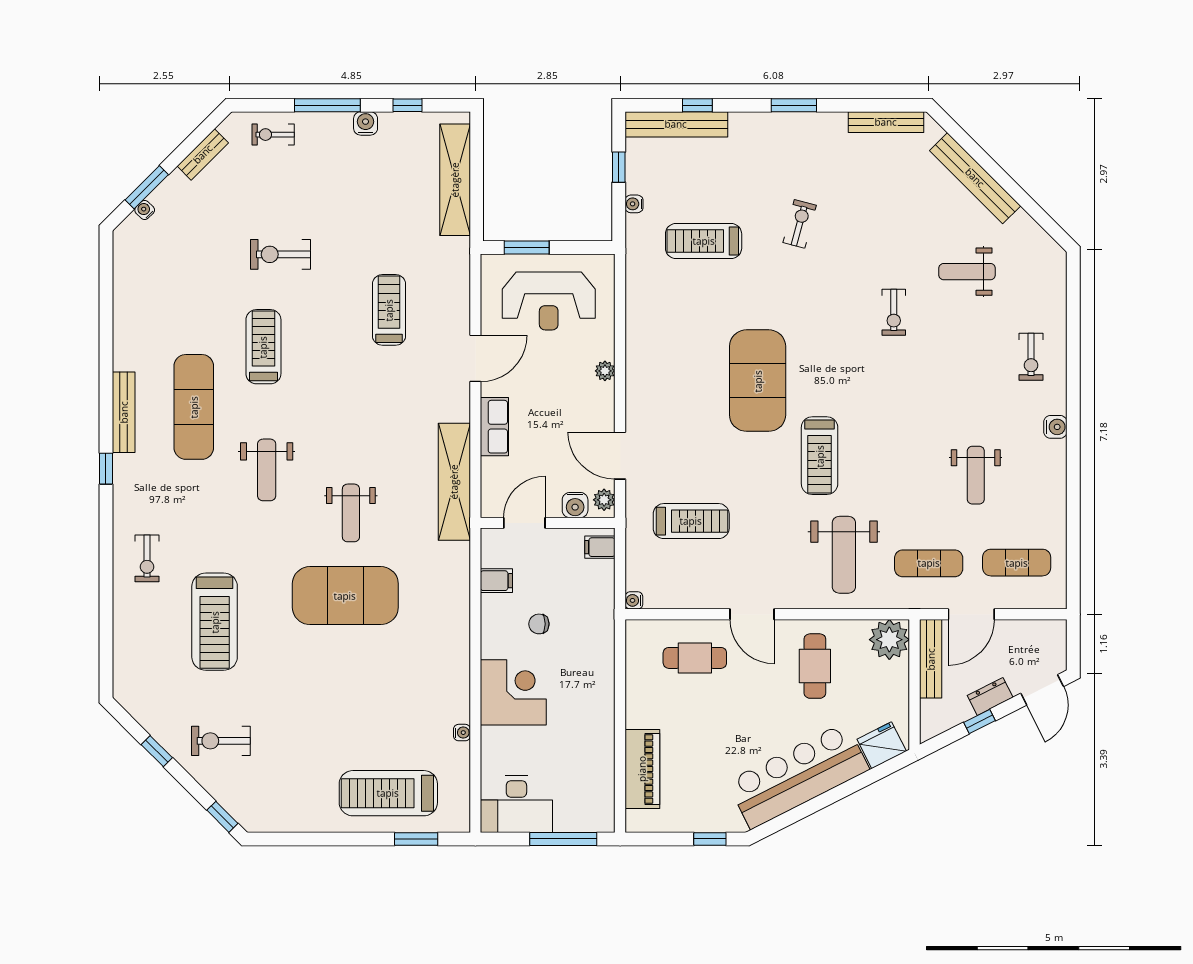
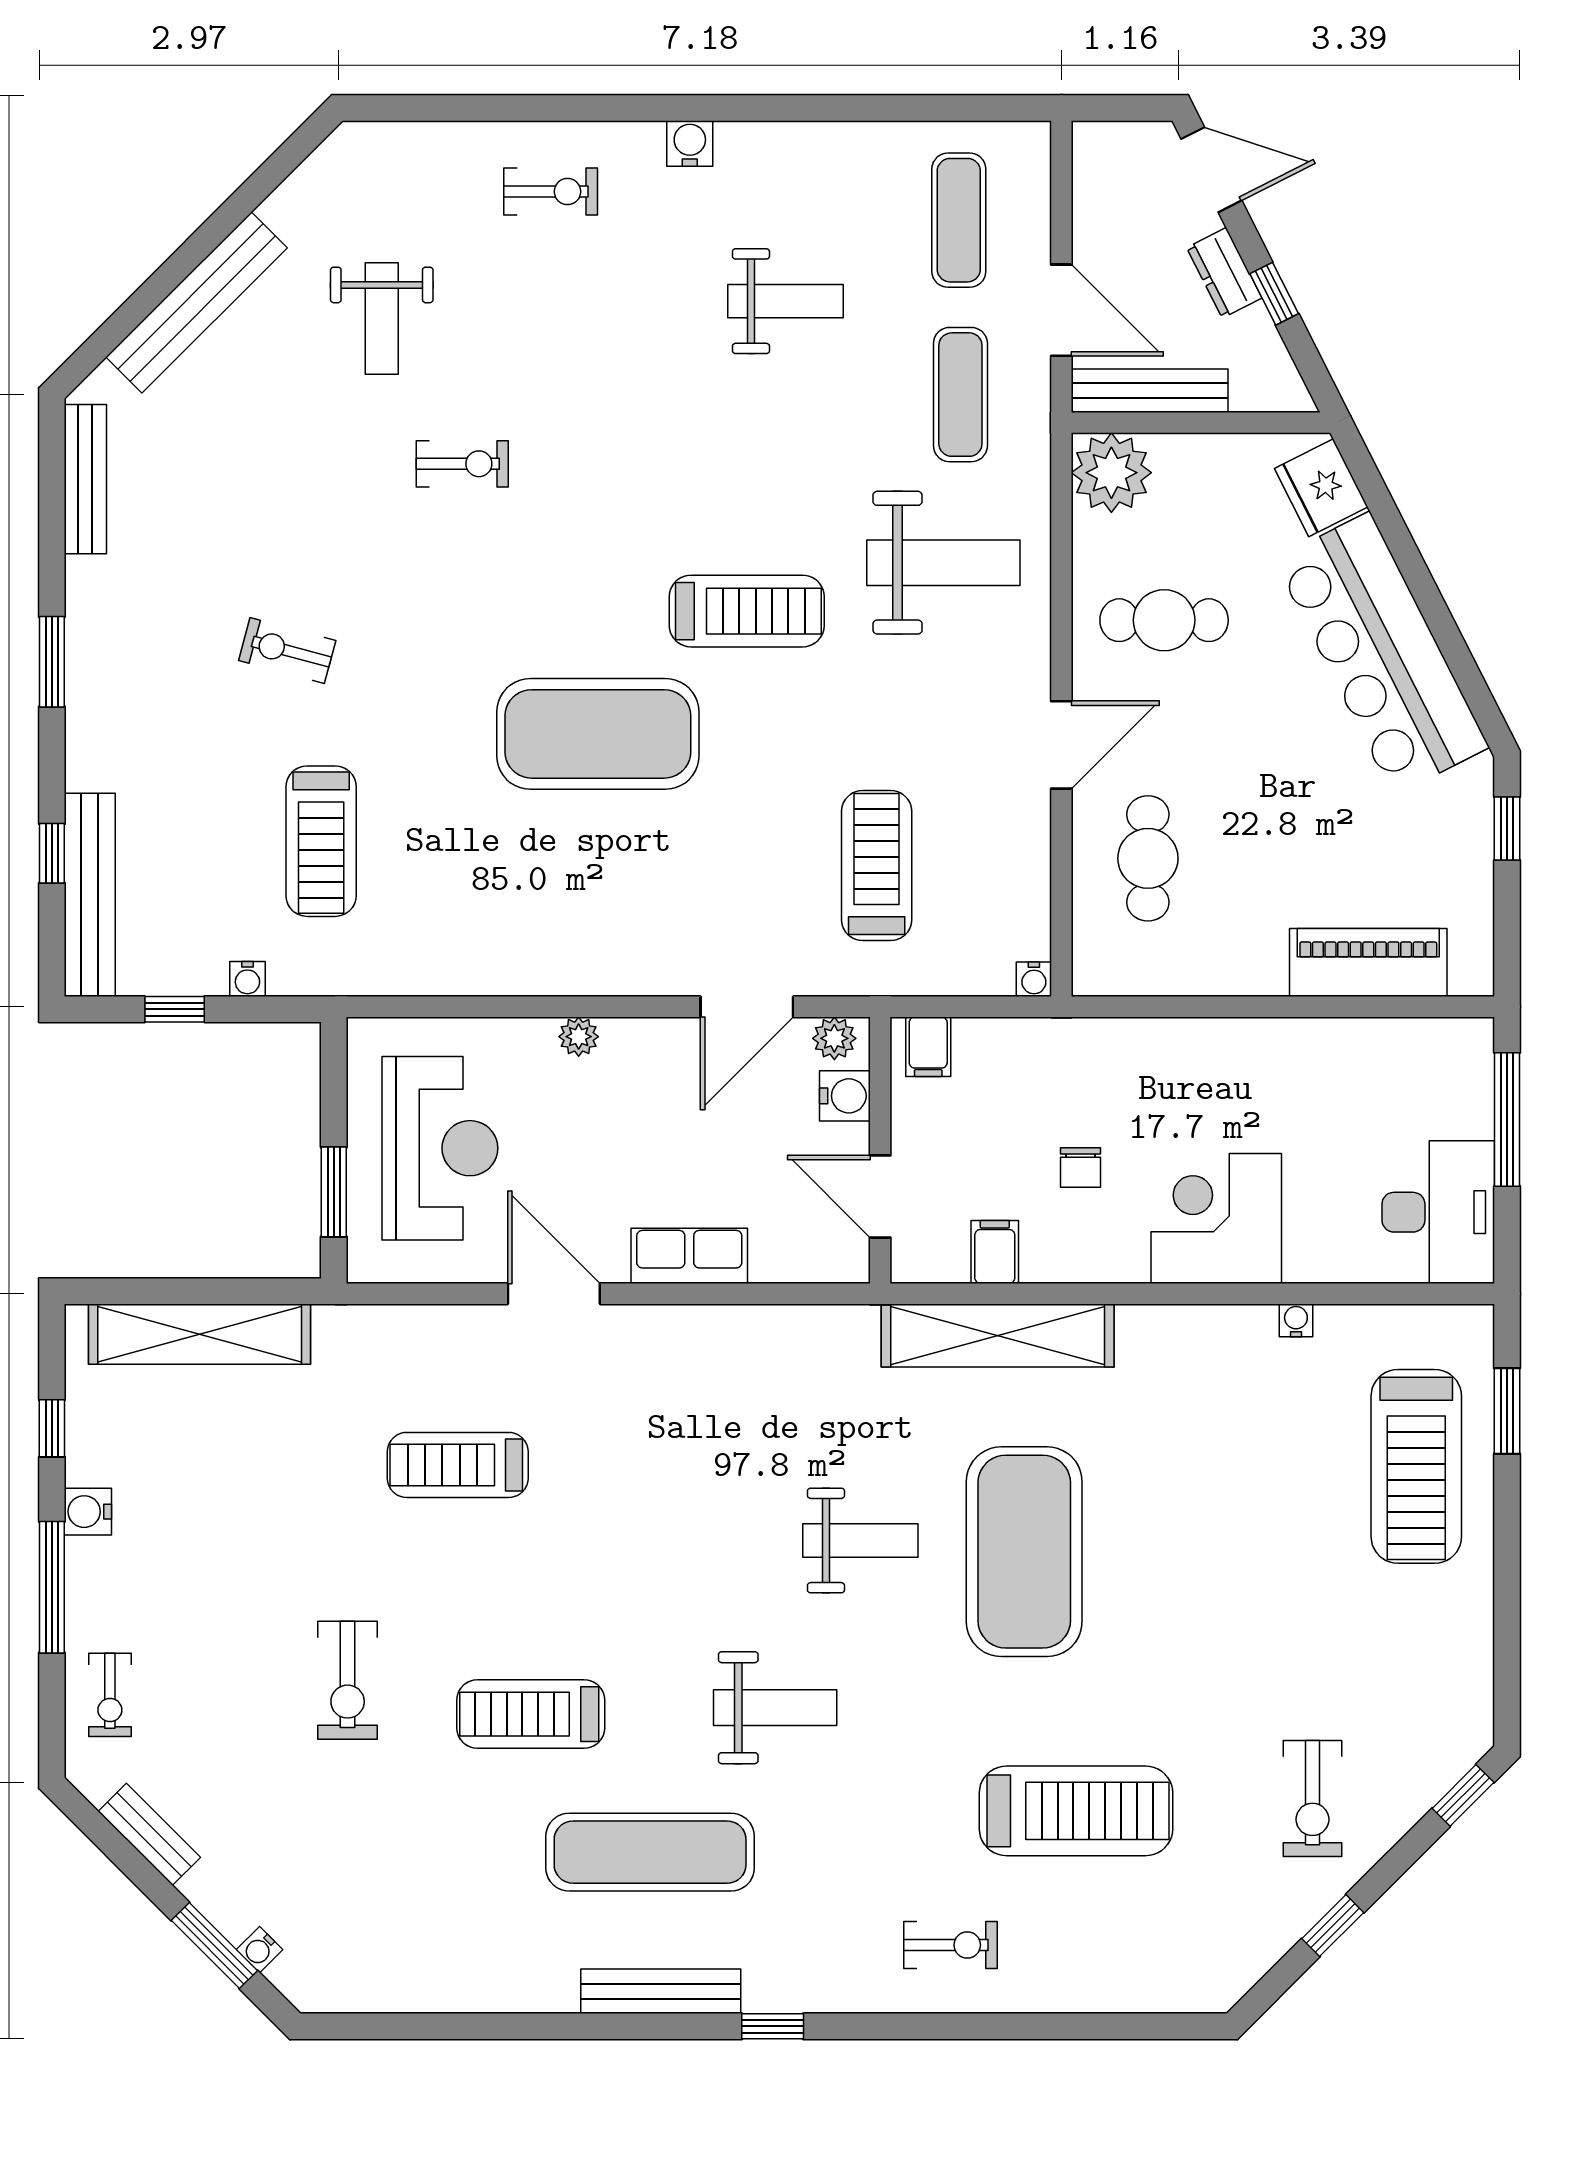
shelving: (454, 482) -> (998, 1336), moved

